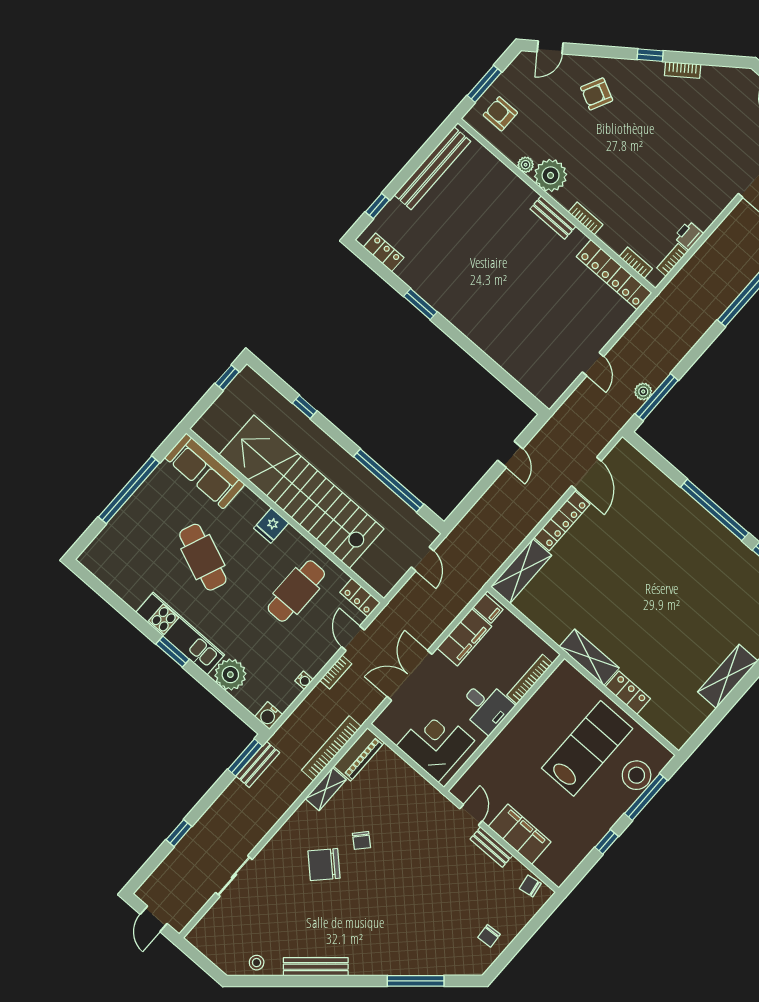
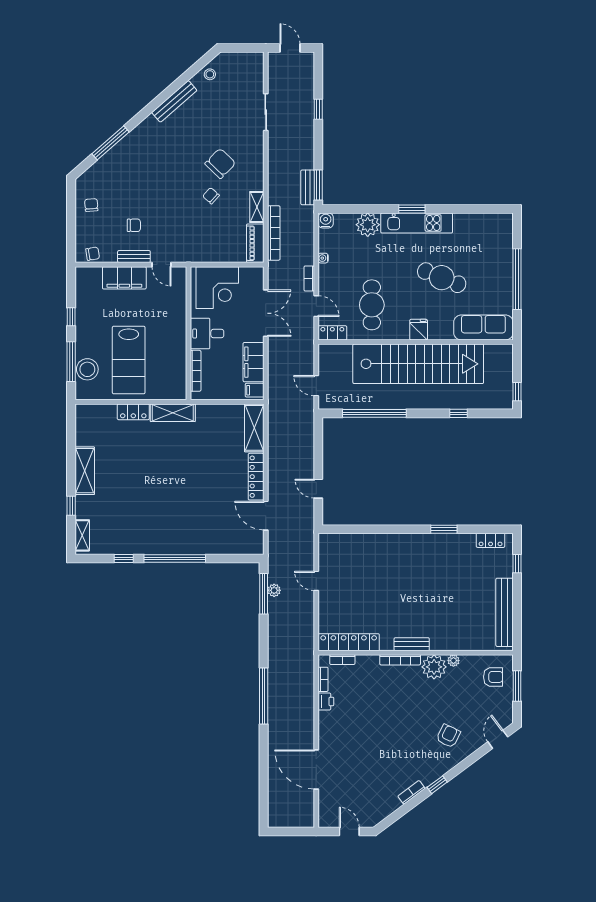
bookcase: (585, 218) -> (400, 660), width x1.56
chair: (464, 878) -> (134, 225), added

